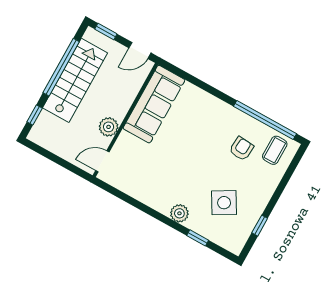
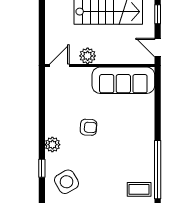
armchair: (241, 149) -> (88, 127), moved
door: (102, 161) -> (59, 65), hinge flipped
side table: (224, 203) -> (67, 182), moved

